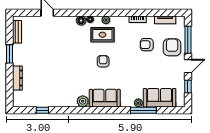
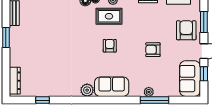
window: (188, 40) -> (204, 22), width x0.69
armchair: (147, 45) -> (153, 50), moved
dresser: (17, 78) -> (15, 81), moved
sofa: (160, 98) -> (190, 79), moved, turned -90

